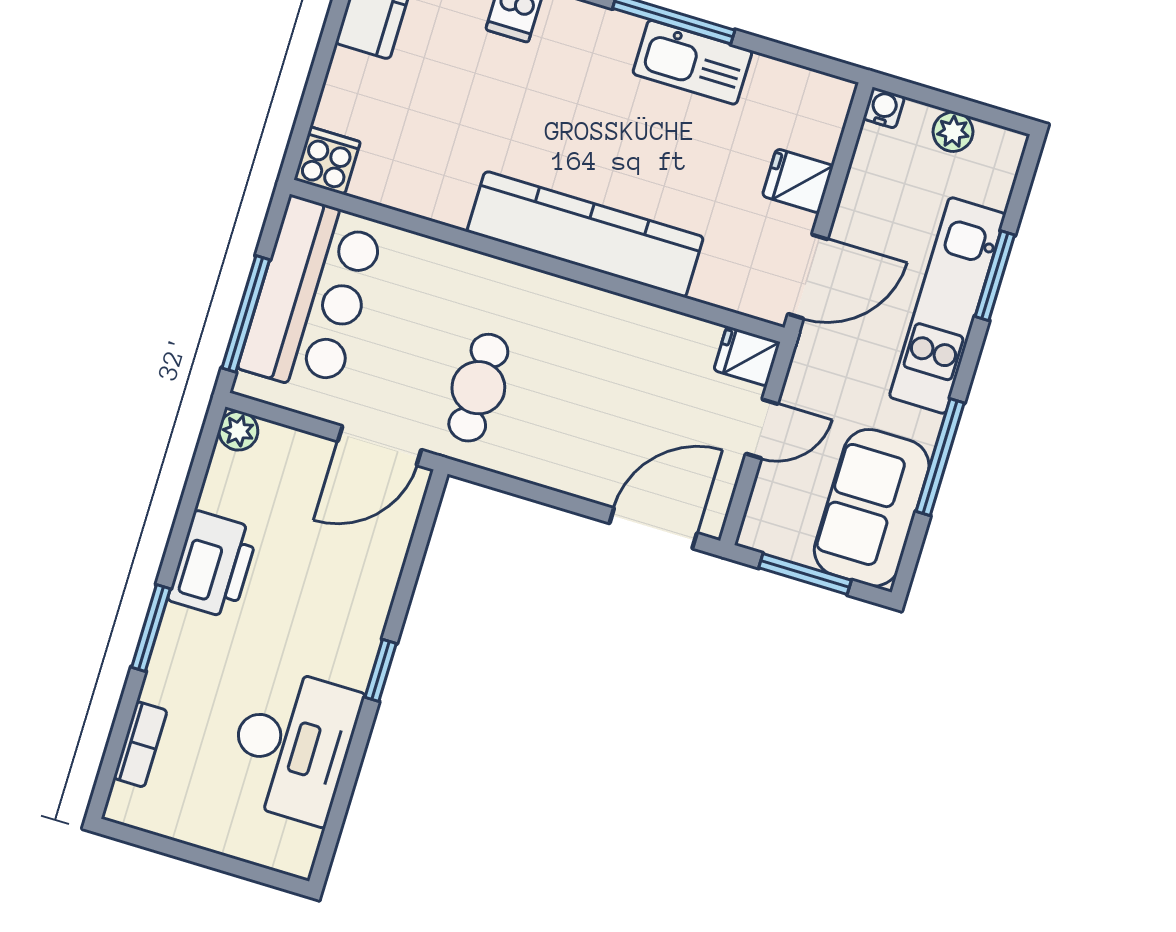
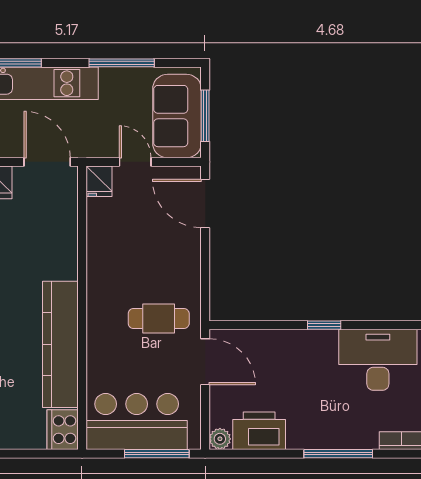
cooker: (327, 161) -> (63, 430), width x1.36
kitchen counter: (585, 234) -> (60, 344), moved
sofa: (872, 508) -> (177, 116), moved, turned 90
printer: (213, 565) -> (259, 431), moved
window: (151, 628) -> (338, 454), width x1.44

